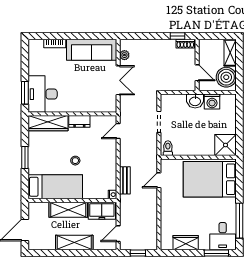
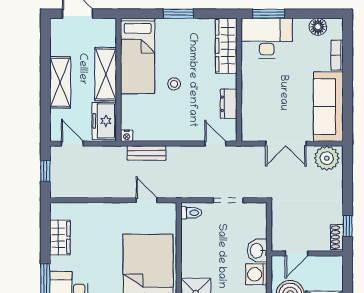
plant: (124, 55) -> (327, 158), width x1.88, depth x1.88
floor lamp: (34, 57) -> (318, 27), added
dresser: (79, 121) -> (229, 104), moved

